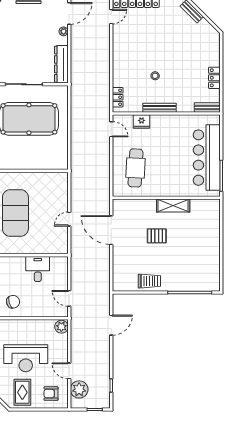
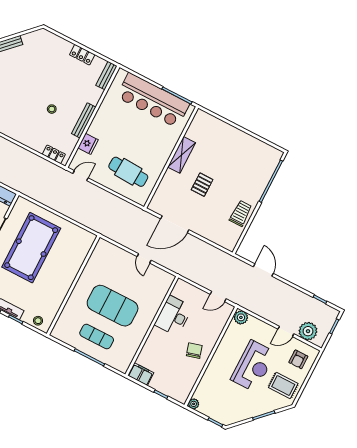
desk: (38, 269) -> (173, 316), width x1.37

